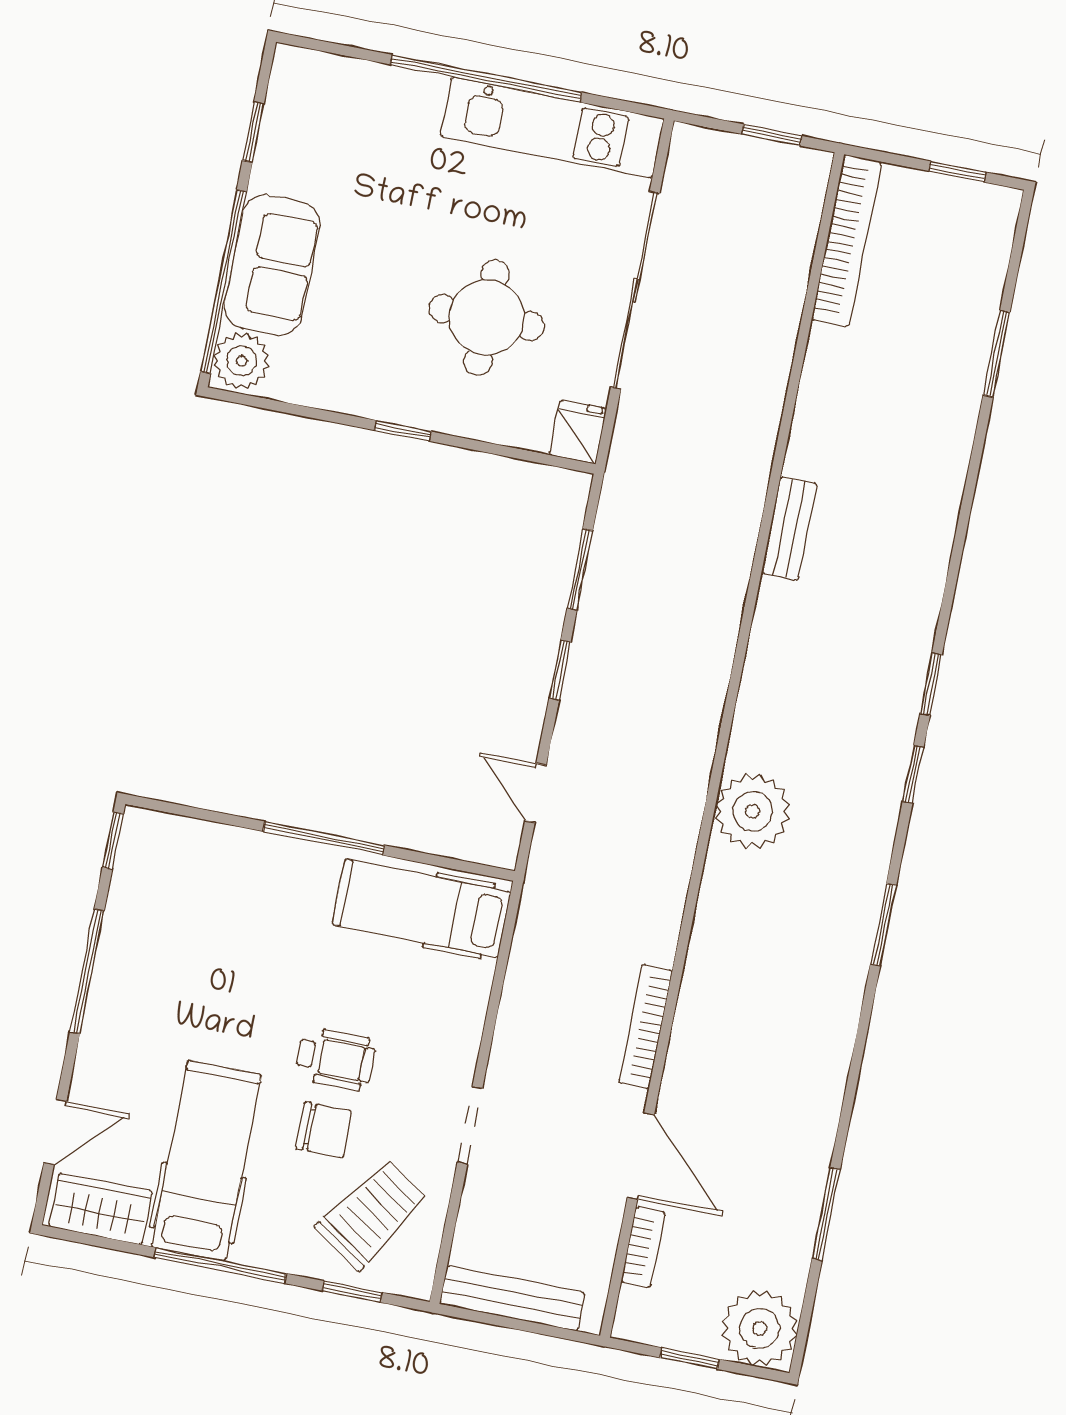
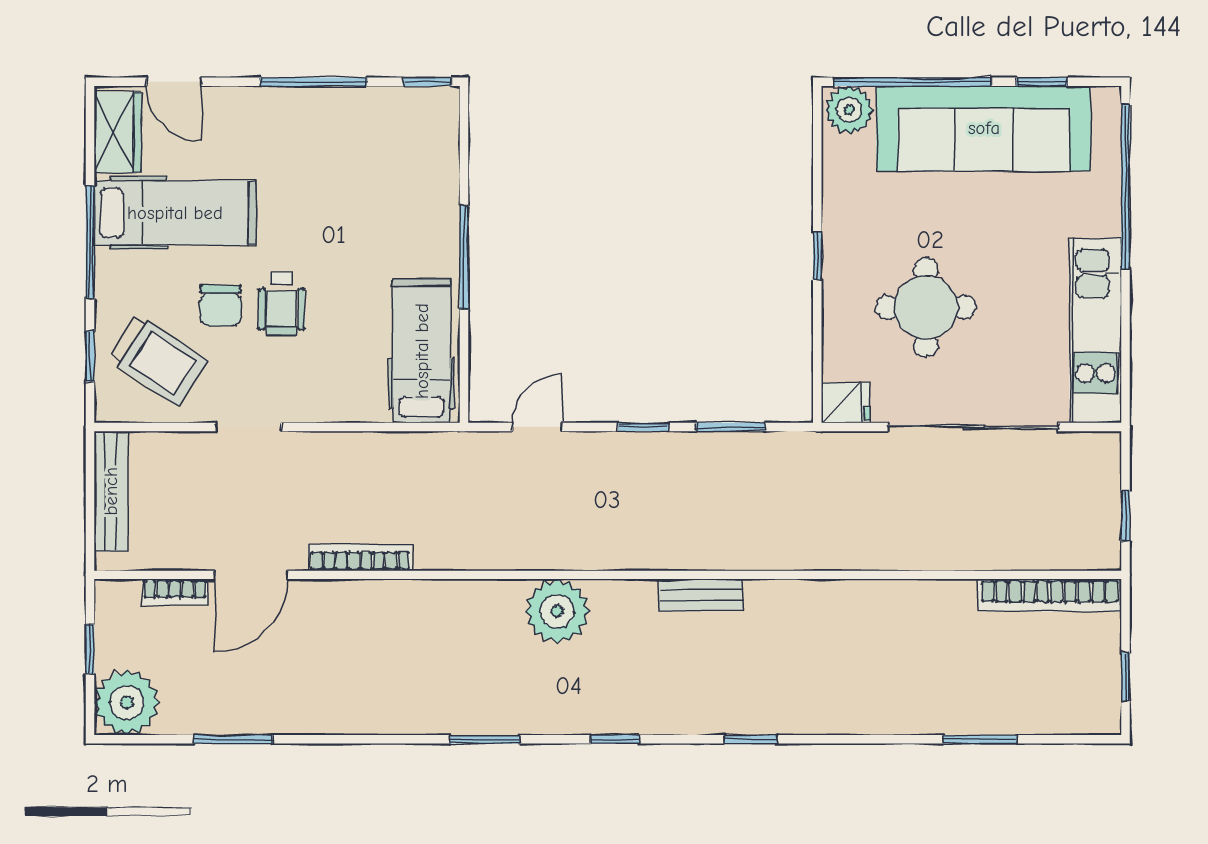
window: (486, 78) -> (1125, 187), moved
sofa: (272, 265) -> (984, 128), width x1.85, depth x1.27
bench: (789, 528) -> (701, 595), moved
window: (931, 684) -> (750, 739), moved

